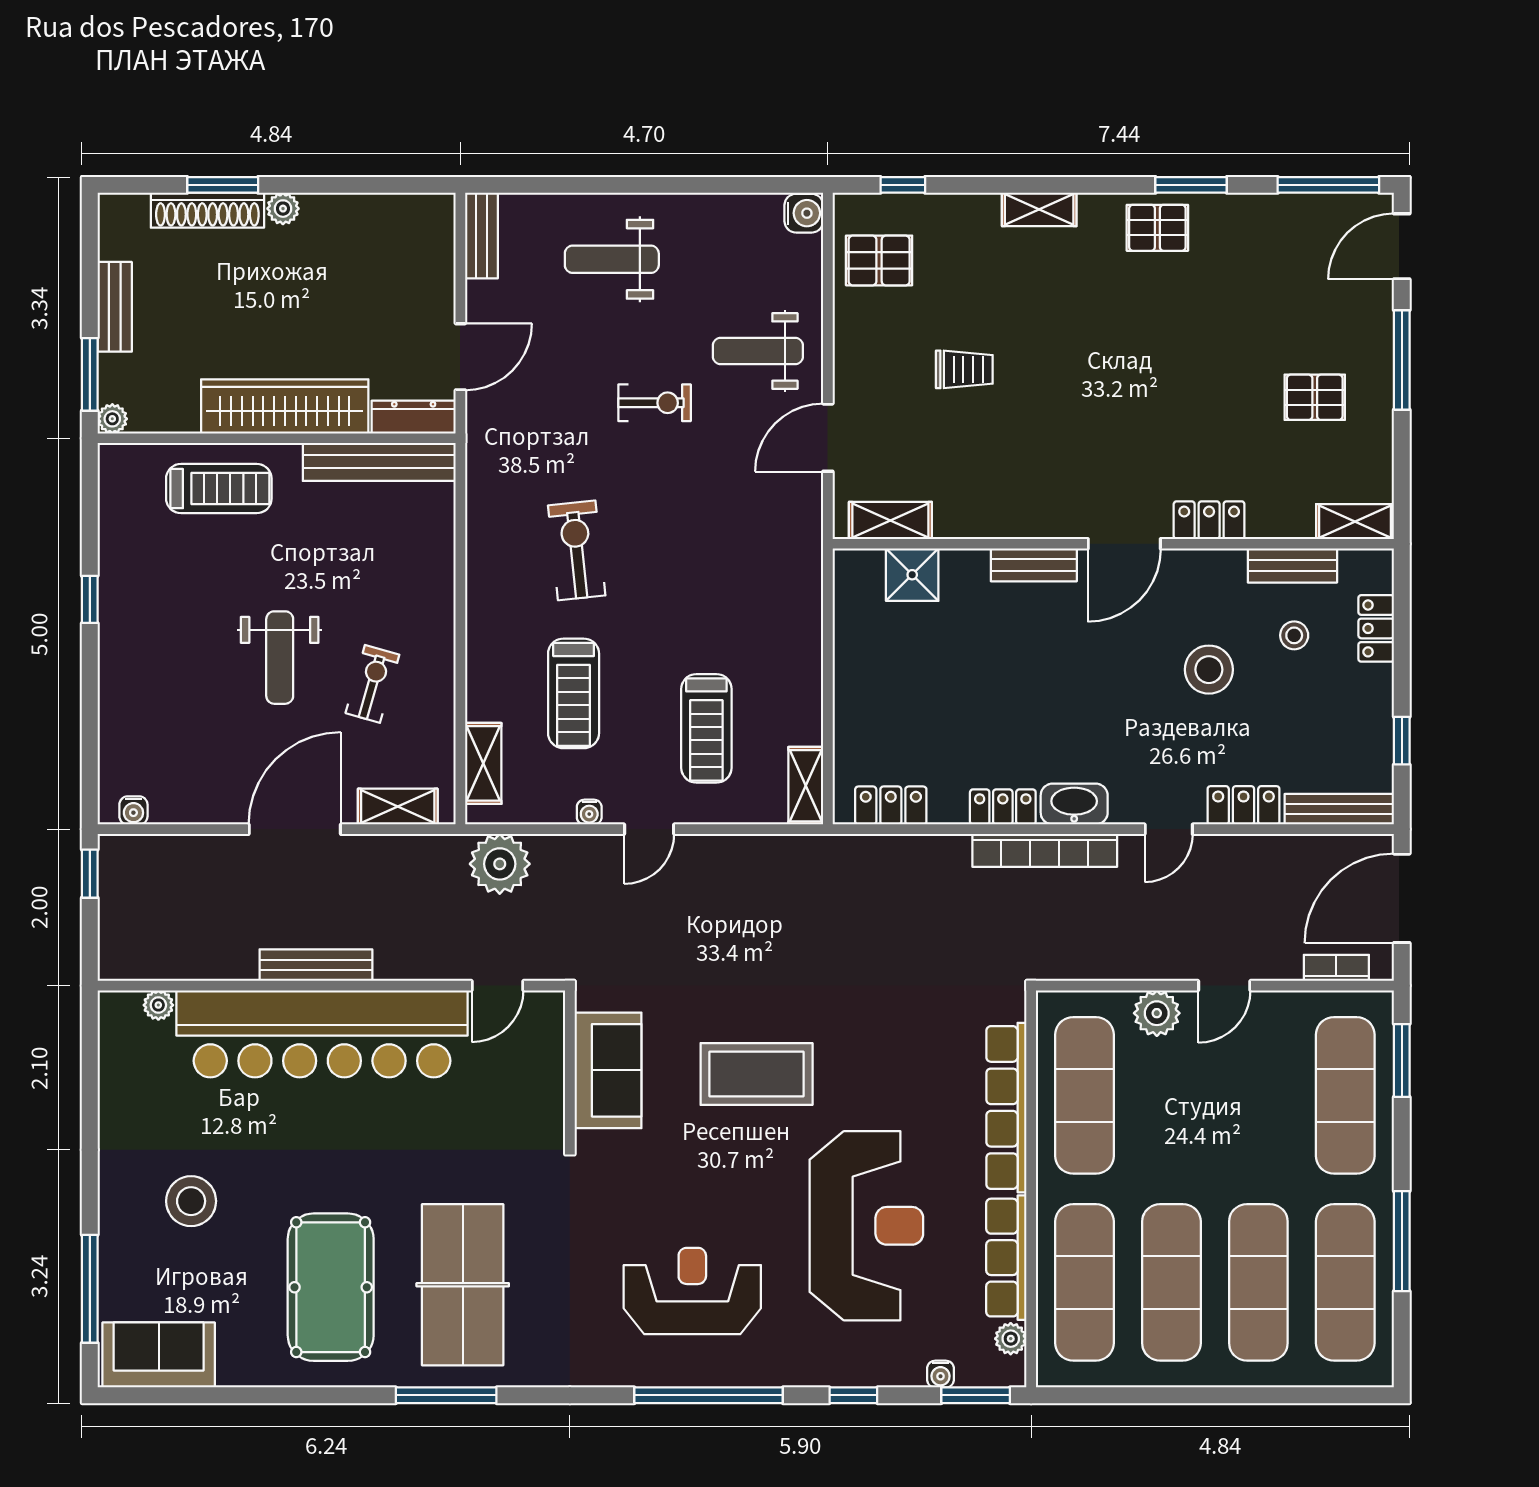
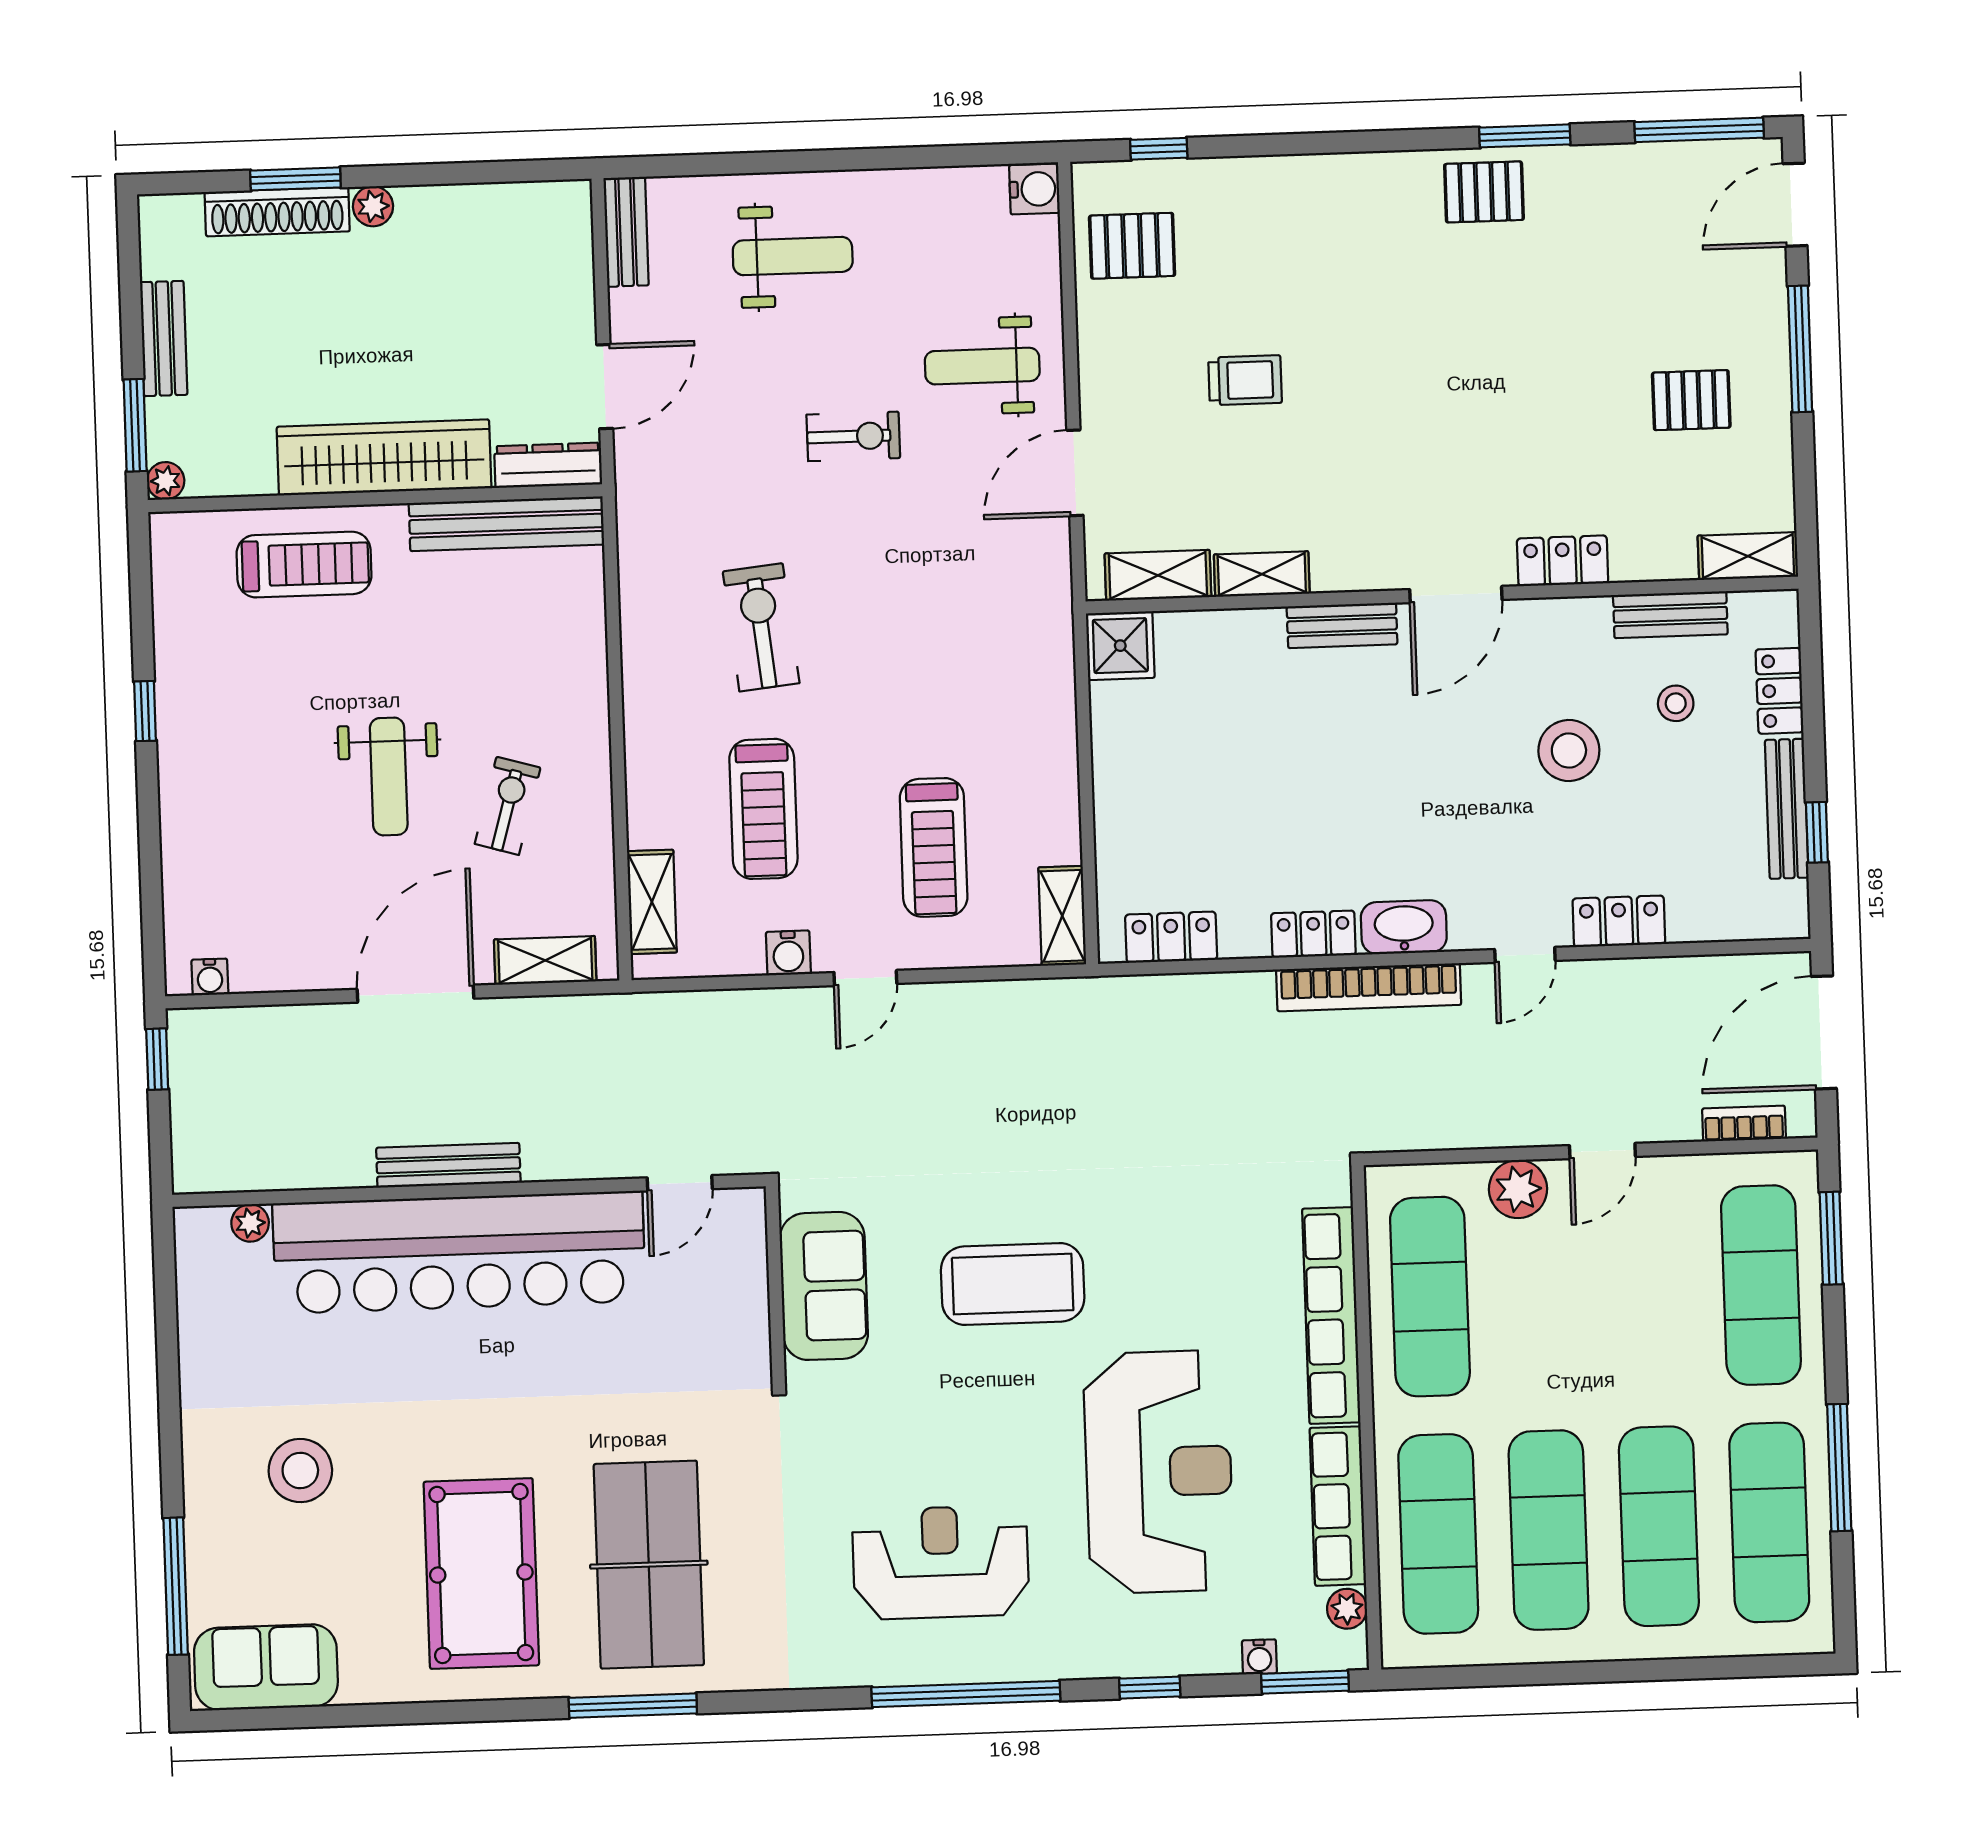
shelving: (1039, 209) -> (1262, 574), moved
weight bench: (612, 259) -> (793, 256), turned 180
shower: (912, 575) -> (1120, 646), moved
bench: (1339, 809) -> (1787, 809), moved, turned 90
water cooler: (589, 812) -> (788, 953), width x1.38, depth x1.38
plant: (500, 864) -> (677, 1029), removed

